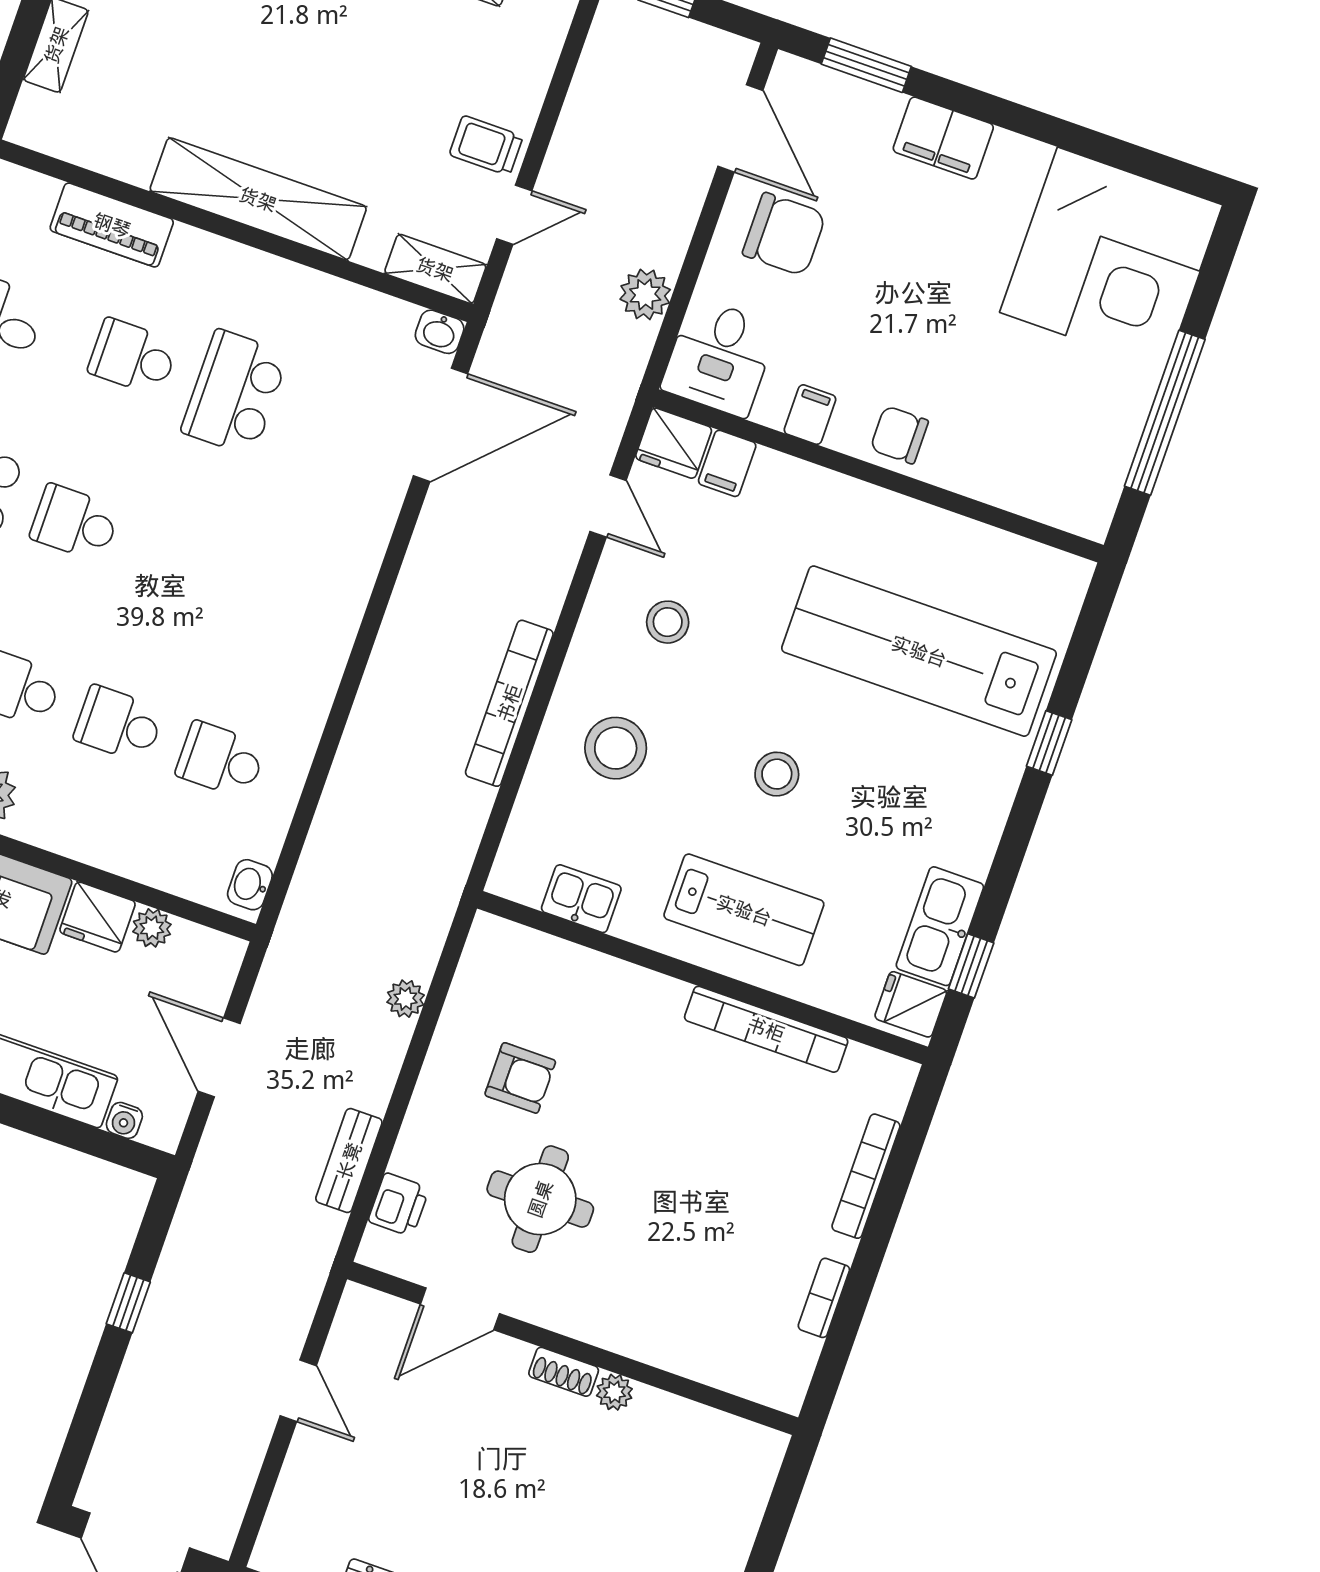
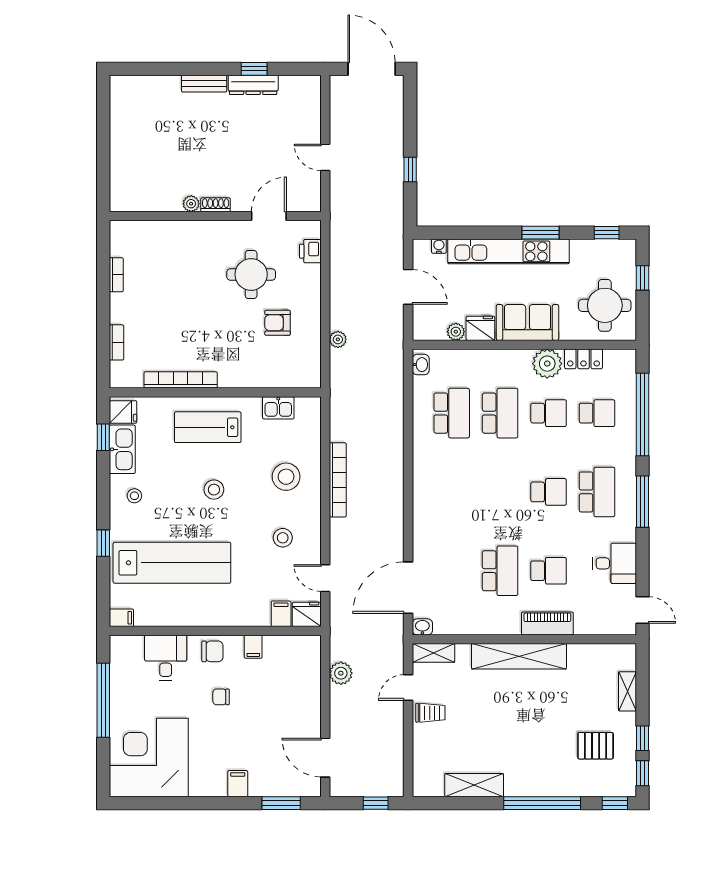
filing cabinet: (943, 138) -> (238, 784), width x0.50
piano: (112, 225) -> (547, 623), moved
chair: (784, 234) -> (221, 697), moved, width x0.54, depth x0.54
desk: (719, 357) -> (166, 658), moved
filing cabinet: (1066, 573) -> (121, 618), added
school desk: (119, 724) -> (500, 413), width x1.85
school desk: (221, 760) -> (452, 413), width x1.85
stool: (949, 820) -> (134, 496), added
bench: (349, 1161) -> (338, 262), removed
bookcase: (866, 1176) -> (117, 342), width x0.64

